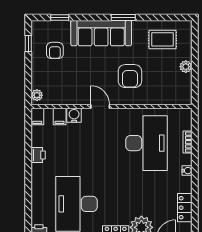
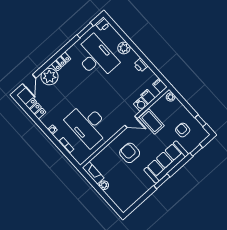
rug: (163, 39) -> (130, 189), removed
coffee table: (79, 88) -> (152, 122), added
fireplace: (185, 89) -> (93, 173), added
plant: (39, 188) -> (124, 48), added

